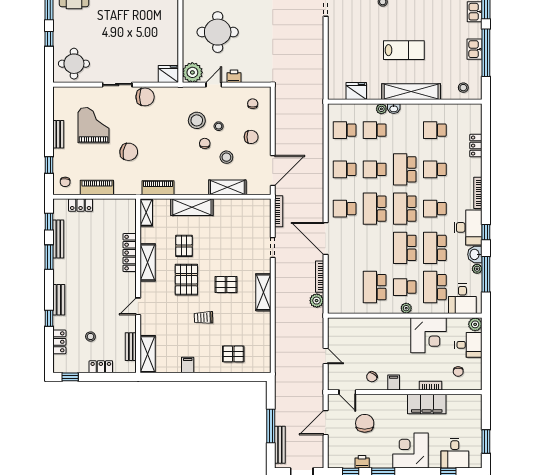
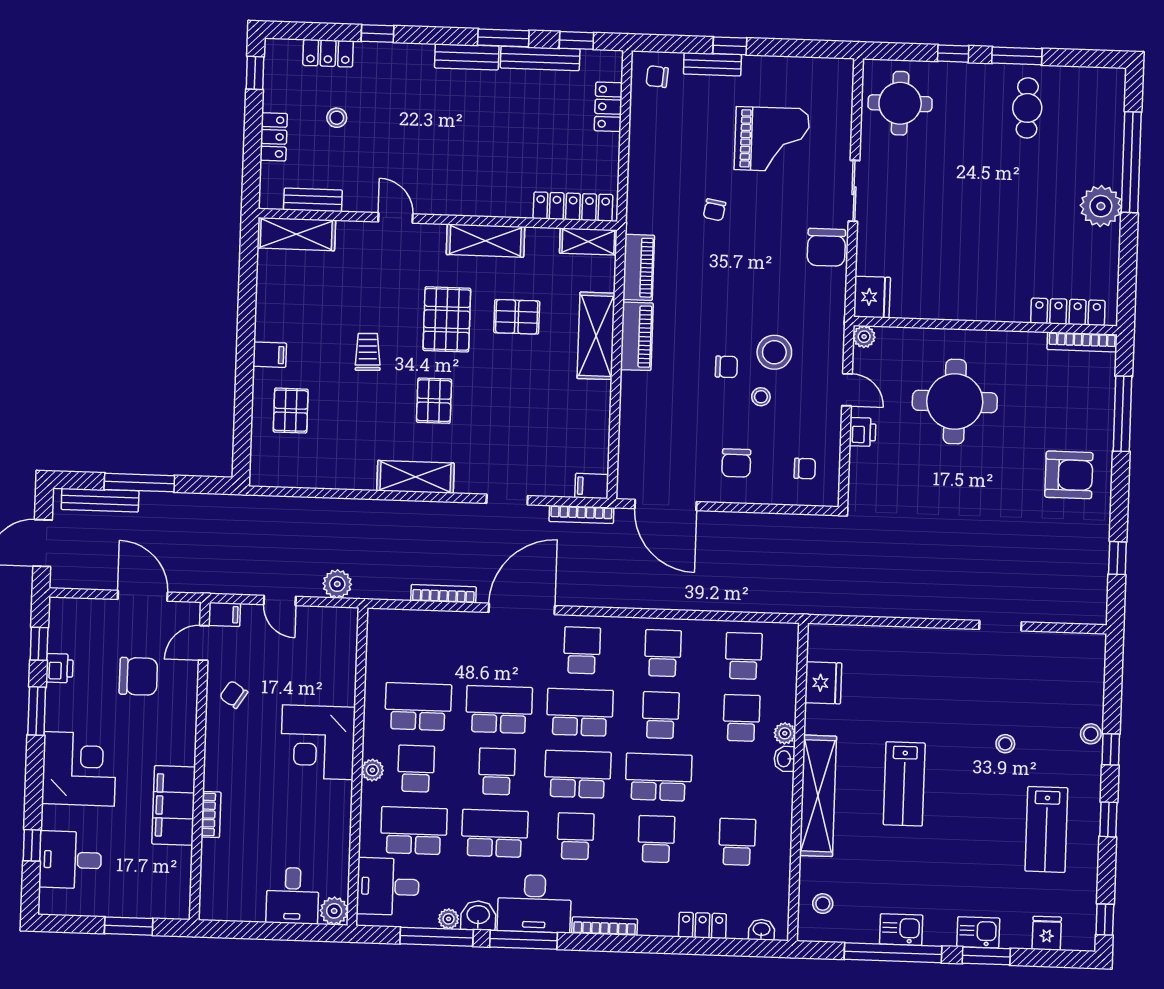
plant: (192, 72) -> (864, 337), width x0.53, depth x0.53
washbasin: (477, 117) -> (762, 930), added
bench: (58, 134) -> (712, 64), moved
chair: (129, 152) -> (714, 210), width x0.54, depth x0.54
stool: (226, 157) -> (696, 411), removed
window: (49, 165) -> (730, 46), moved
piano: (97, 187) -> (637, 336), moved
shelving: (227, 187) -> (634, 411), removed
filing cabinet: (265, 207) -> (592, 486), added
window: (486, 232) -> (523, 940), width x2.17
school desk: (375, 248) -> (499, 709), added
school desk: (405, 248) -> (497, 771), width x0.54
locker: (130, 253) -> (573, 207), moved
pallet: (186, 280) -> (447, 319), turned 90
bench: (59, 300) -> (467, 57), moved
plant: (317, 301) -> (337, 584), moved
corner desk: (428, 335) -> (318, 742), moved
door: (326, 356) -> (280, 600), hinge flipped
filing cabinet: (188, 365) -> (270, 355), moved
chair: (458, 372) -> (238, 873), removed
filing cabinet: (394, 383) -> (224, 614), moved
window: (486, 441) -> (129, 926), moved

